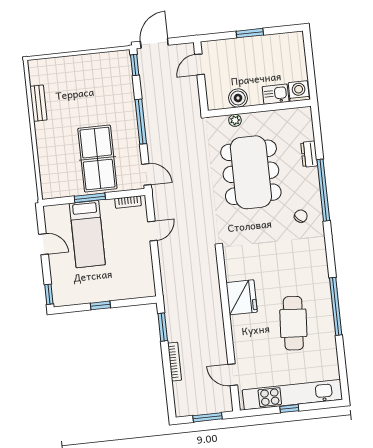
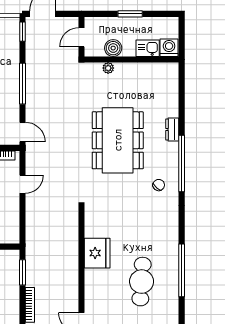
washing machine: (299, 91) -> (169, 48), moved
kitchen sink: (276, 94) -> (148, 48), moved
boiler: (238, 98) -> (113, 48), moved
wall: (259, 108) -> (132, 59), moved
plant: (235, 120) -> (108, 68), moved

